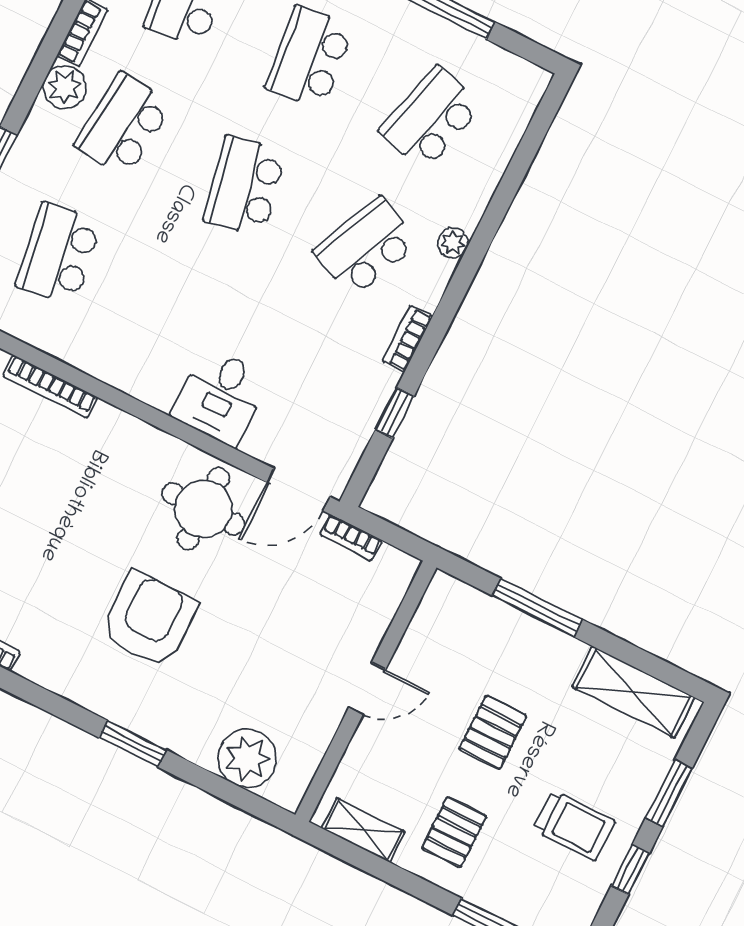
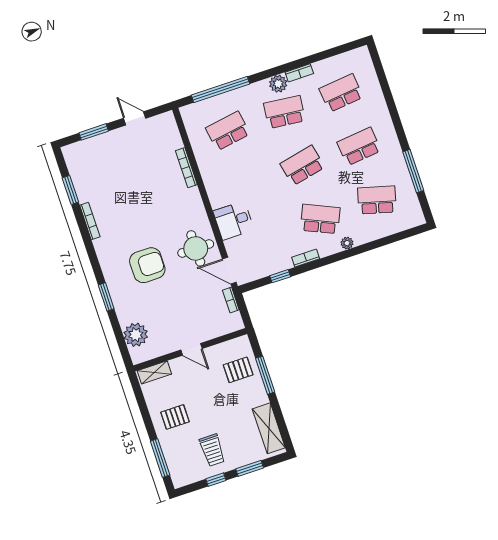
pallet: (493, 732) -> (238, 370), moved
shelving: (363, 830) -> (154, 372), moved, turned 90

